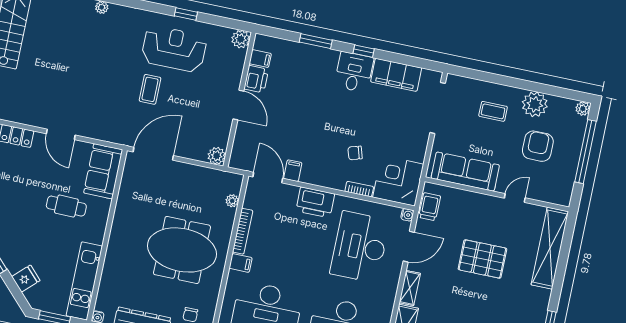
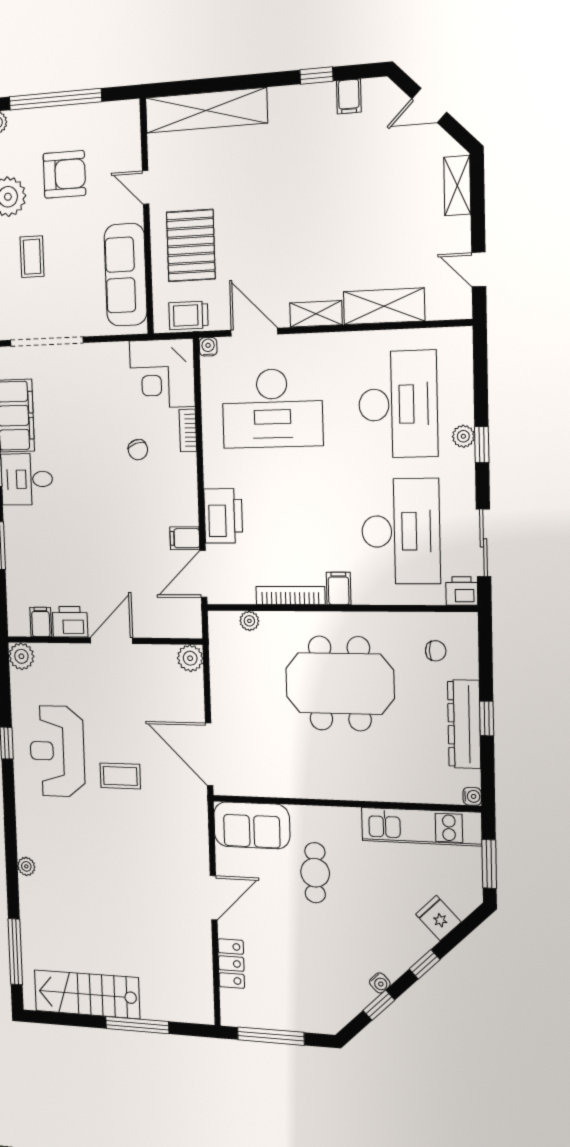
armchair: (538, 146) -> (64, 174), turned 180
printer: (315, 202) -> (223, 516), moved
meeting table: (182, 250) -> (340, 683), turned 90
pallet: (482, 259) -> (191, 246), moved

